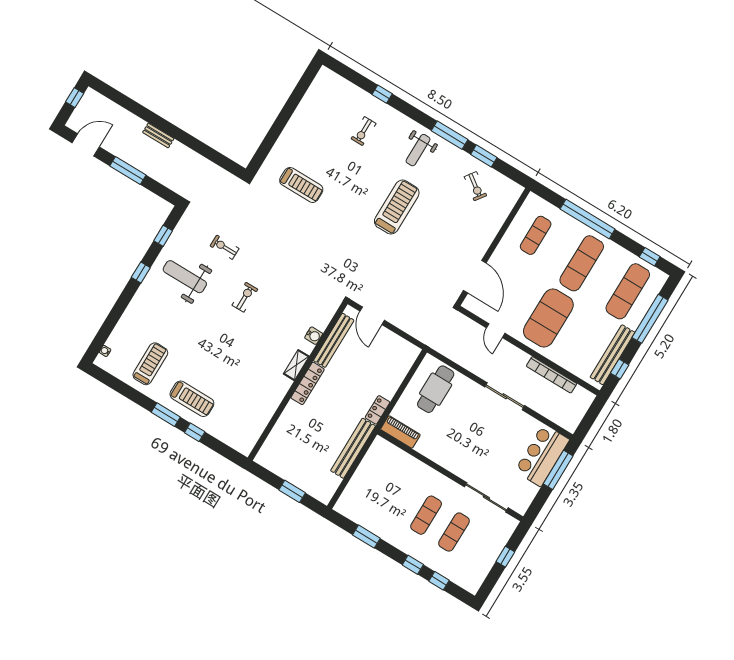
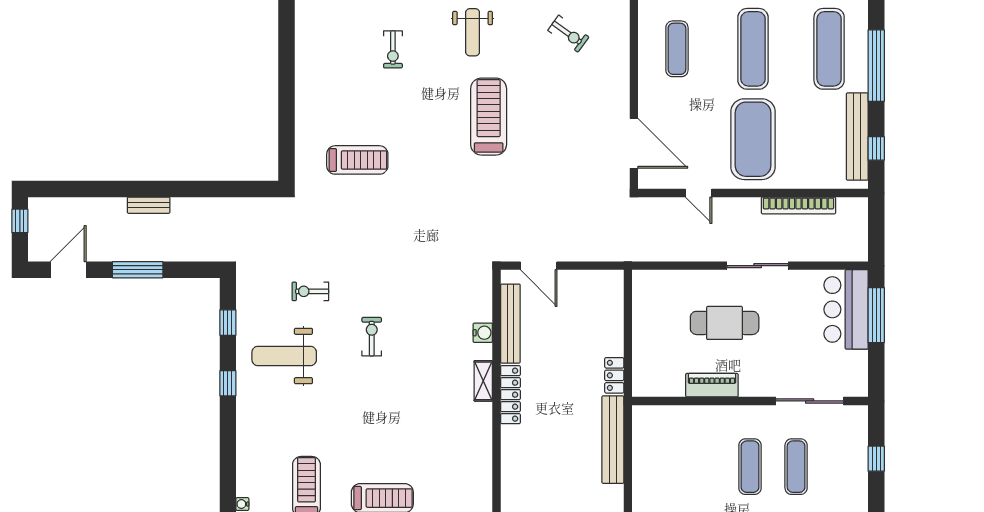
cafe table: (436, 389) -> (725, 323), moved, turned 90
piano: (400, 432) -> (712, 385), moved

